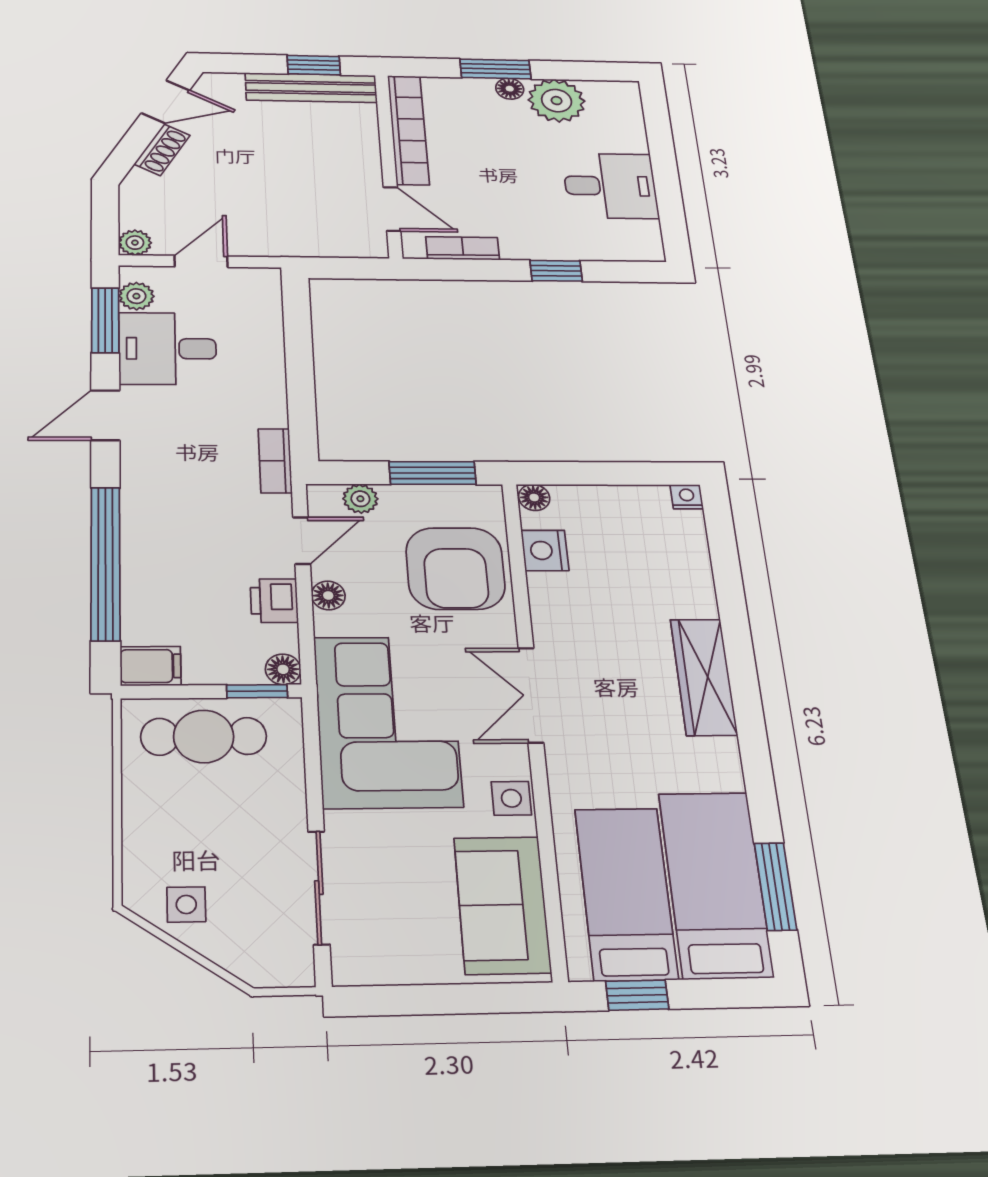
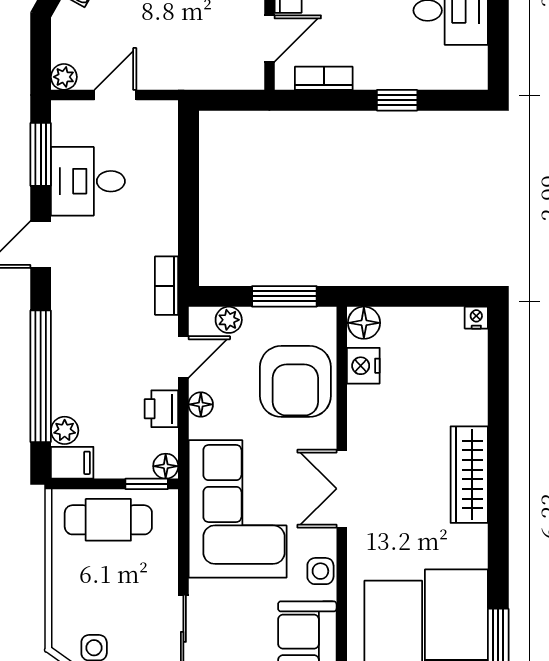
door: (392, 209) -> (269, 39), hinge flipped
plant: (136, 296) -> (65, 430), moved
floor lamp: (534, 497) -> (364, 323), width x1.37, depth x1.37

